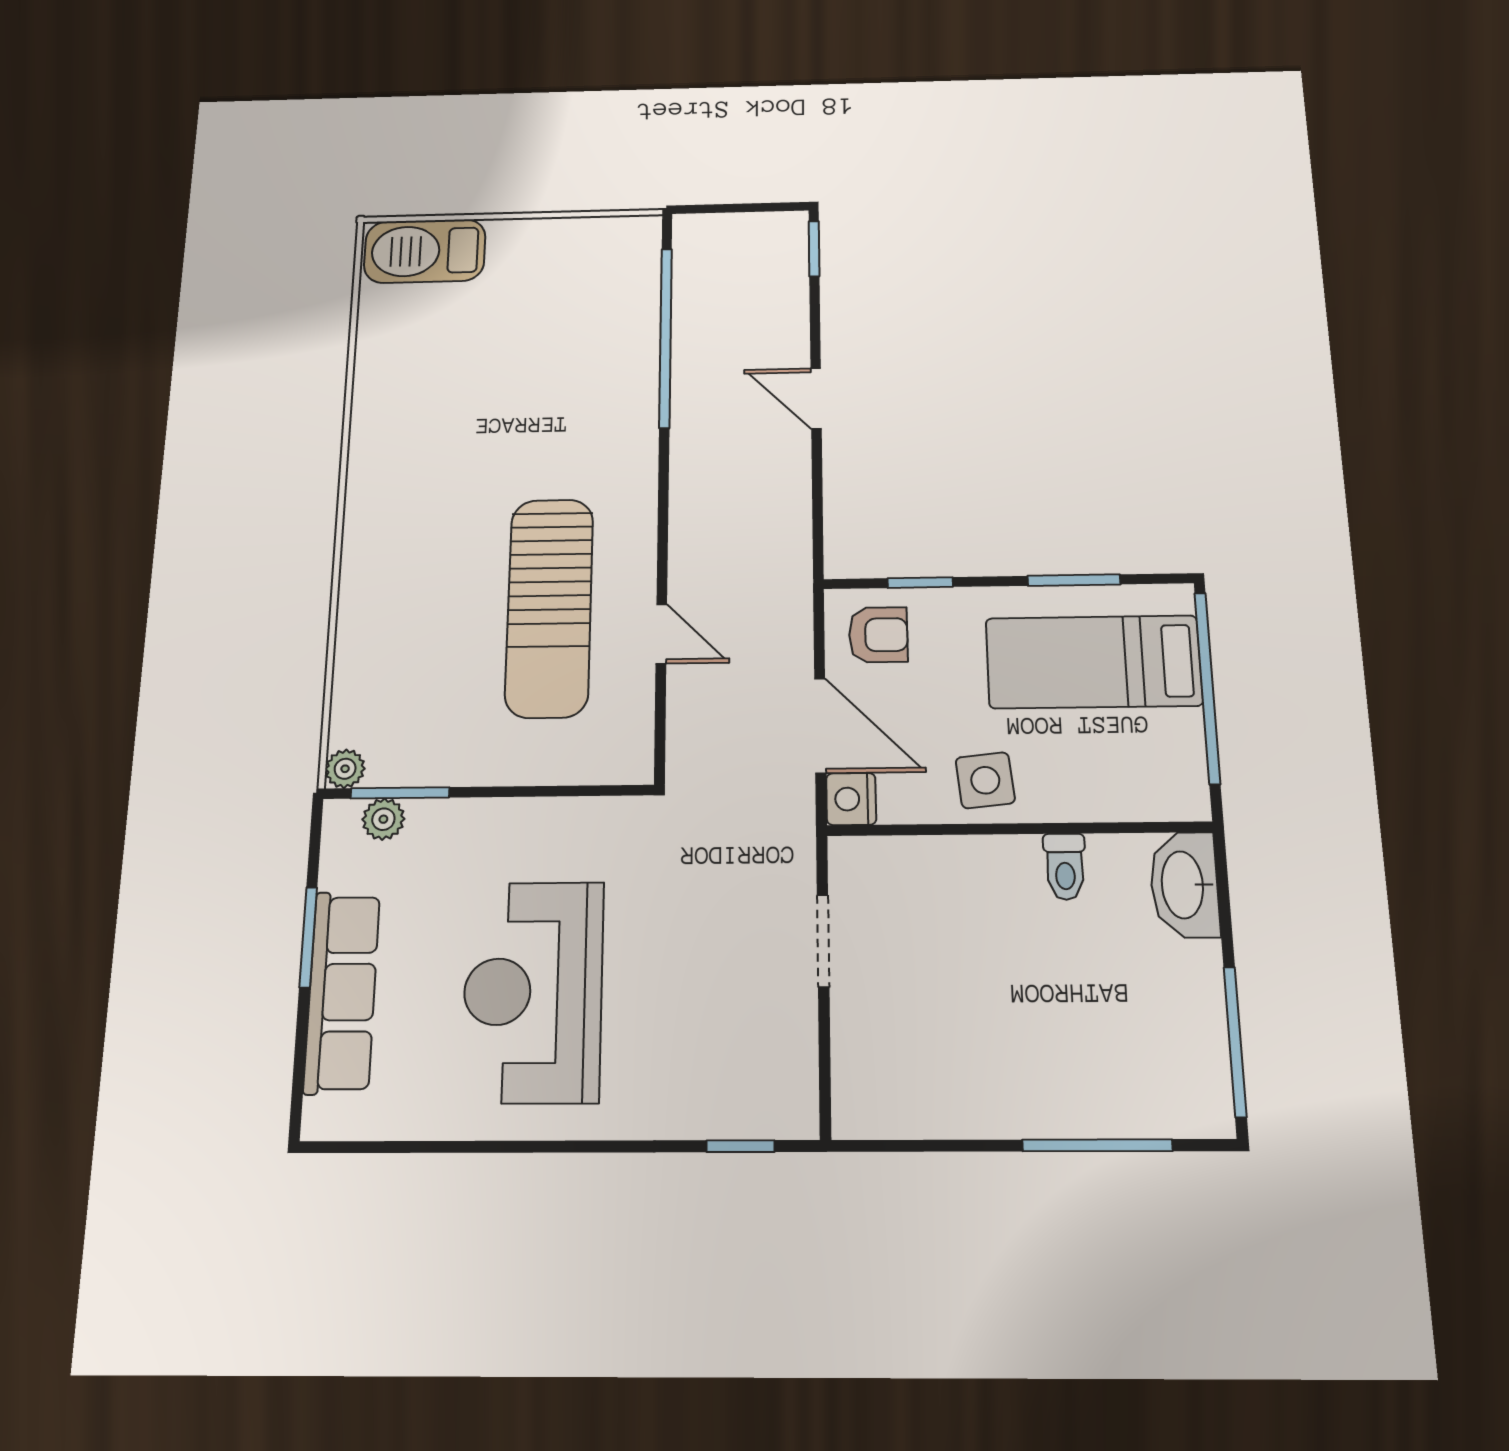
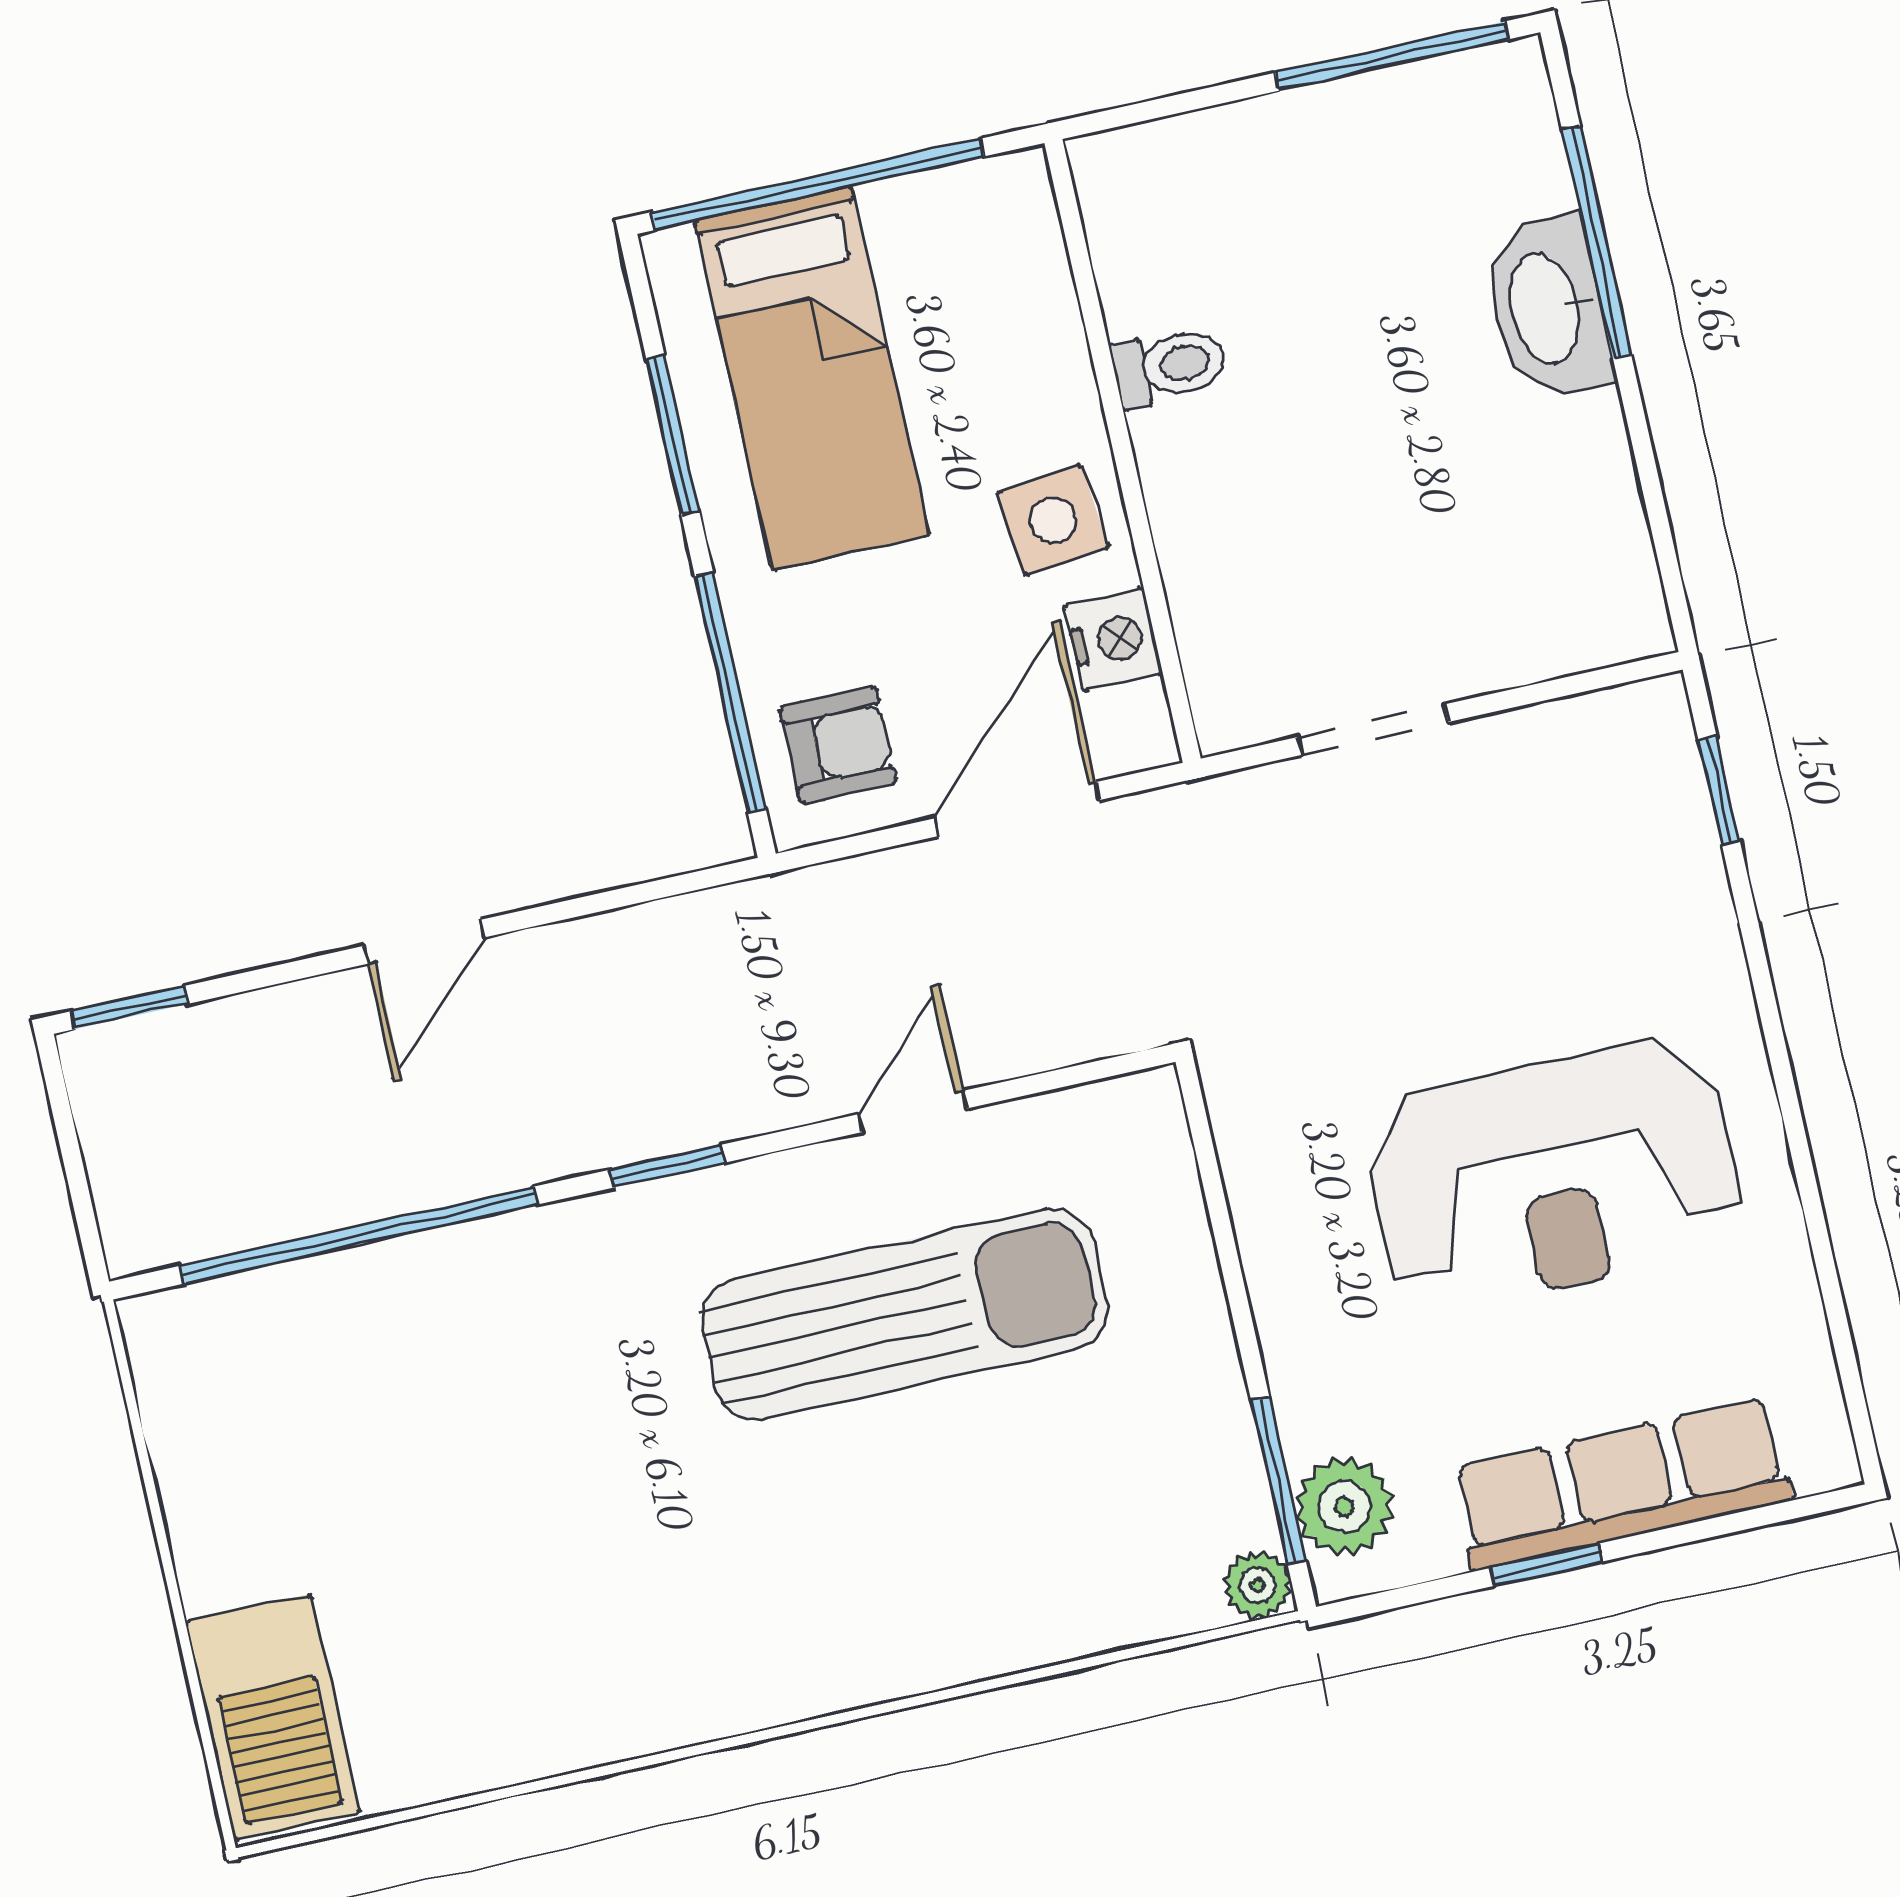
window: (663, 499) -> (668, 1166), added
window: (920, 583) -> (730, 693), width x2.17
armchair: (878, 635) -> (838, 745), turned 90
nightstand: (851, 799) -> (1114, 640), moved, turned -90
plant: (383, 819) -> (1344, 1507), width x1.38, depth x1.38
washbasin: (1184, 885) -> (1548, 308), moved, turned 90
window: (308, 937) -> (1547, 1565), width x0.67

